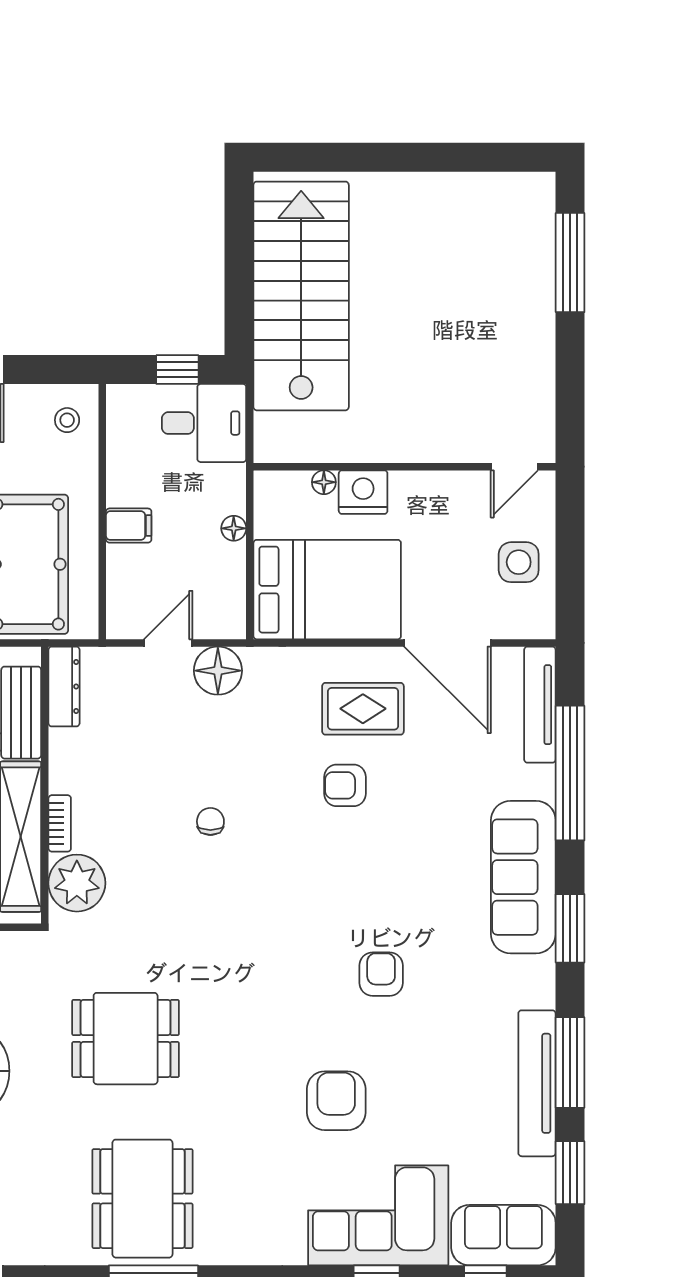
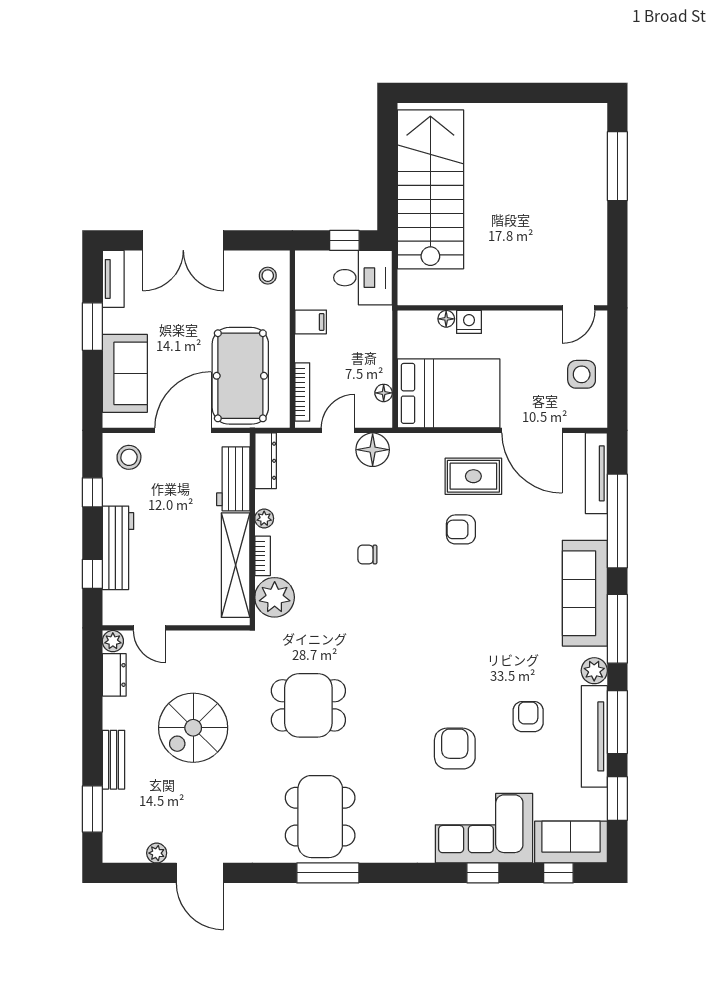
nightstand: (363, 492) -> (469, 322), width x0.74, depth x0.75
filing cabinet: (129, 526) -> (311, 322), moved
floor lamp: (234, 528) -> (384, 393), moved
bookcase: (117, 588) -> (302, 392), added
plant: (62, 770) -> (264, 518), added
chair: (210, 821) -> (367, 555), turned -90
window: (570, 928) -> (617, 629), width x1.44
armchair: (381, 974) -> (528, 717), moved
plant: (537, 989) -> (594, 671), added

